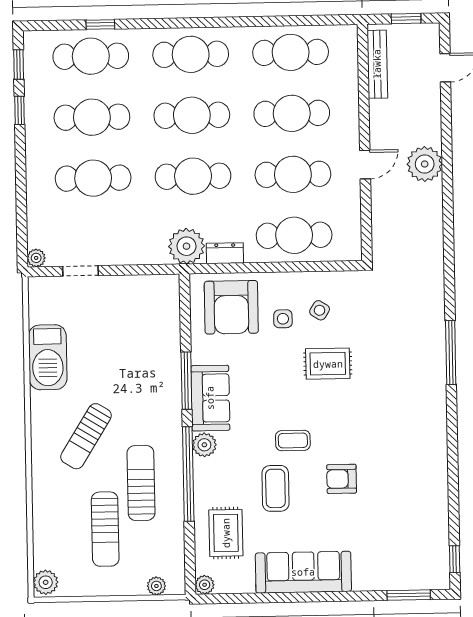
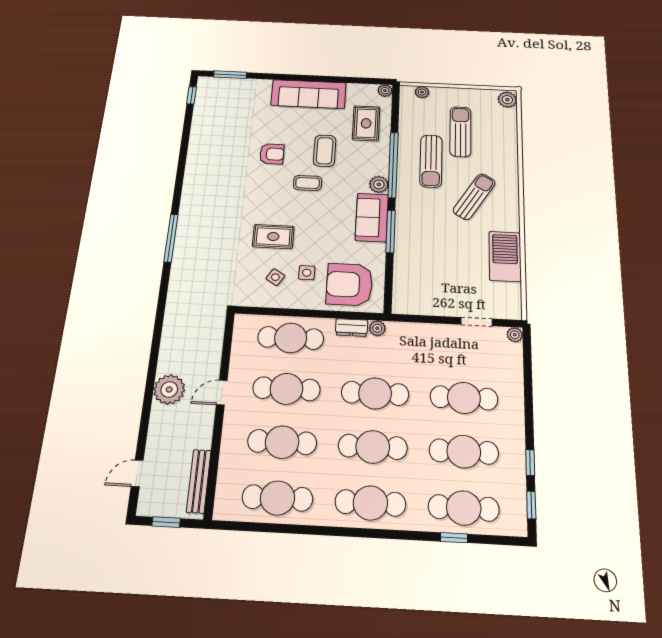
plant: (186, 246) -> (377, 328), width x0.53, depth x0.53
armchair: (231, 307) -> (349, 284), turned -90

